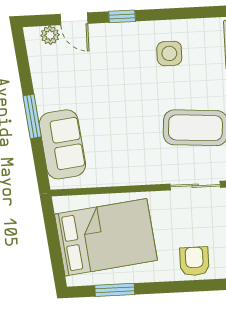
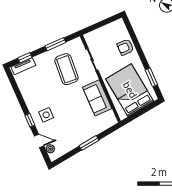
door: (74, 19) -> (39, 141), hinge flipped
side table: (169, 53) -> (46, 115), moved
sofa: (62, 144) -> (97, 98), moved, turned -83

